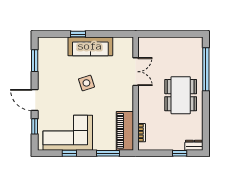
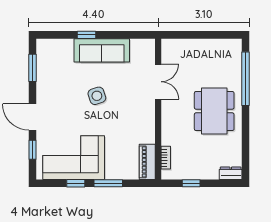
piano: (125, 131) -> (147, 162), width x0.73, depth x0.75
window: (108, 153) -> (108, 183), moved
window: (180, 153) -> (191, 183), moved

